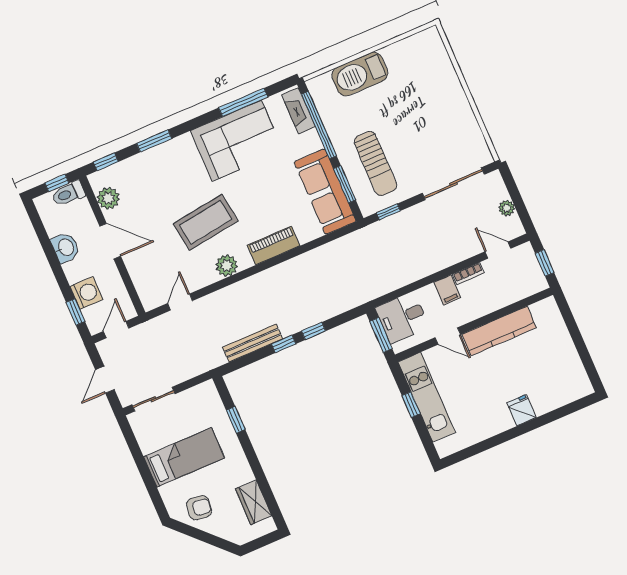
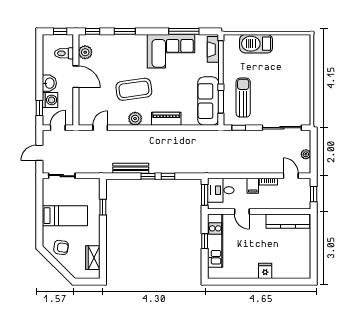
sun lounger: (376, 163) -> (243, 98), turned 180
toilet: (68, 194) -> (64, 53), moved
washbasin: (65, 247) -> (49, 83), moved
kitchen counter: (499, 331) -> (288, 221), moved

